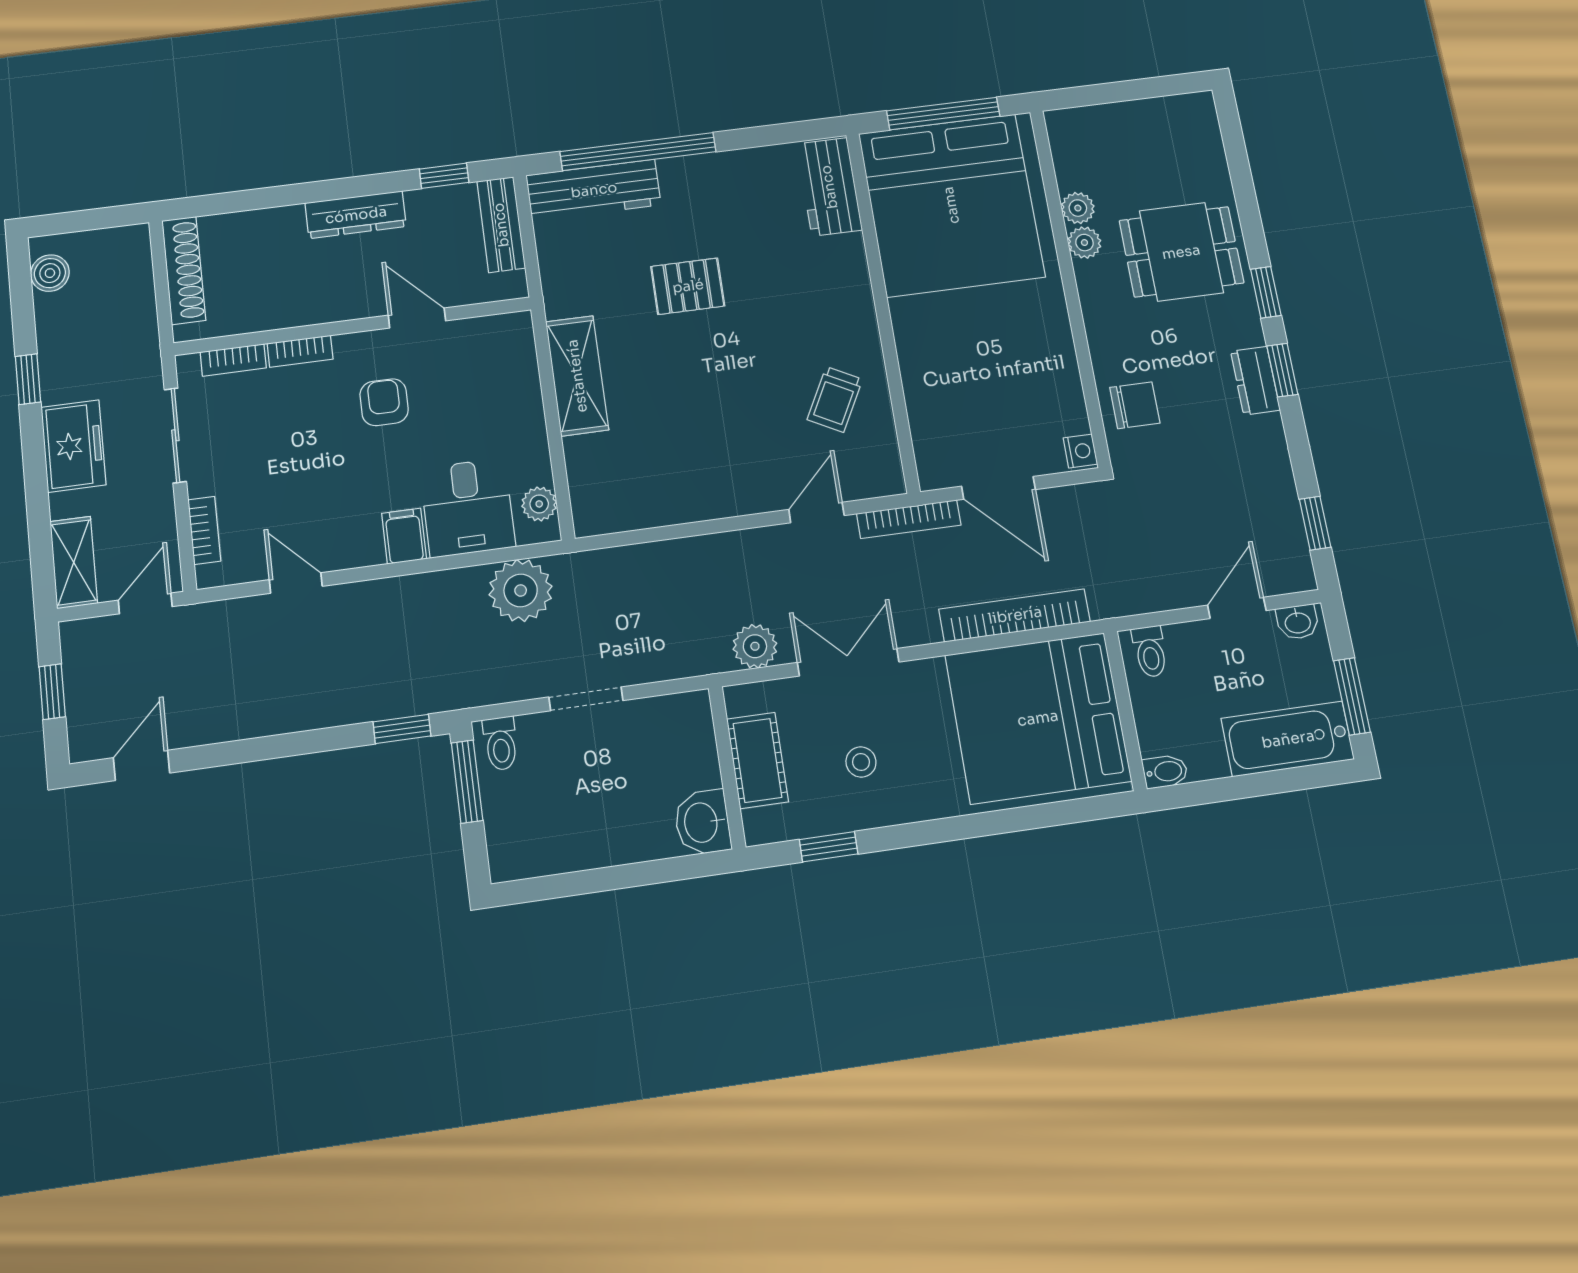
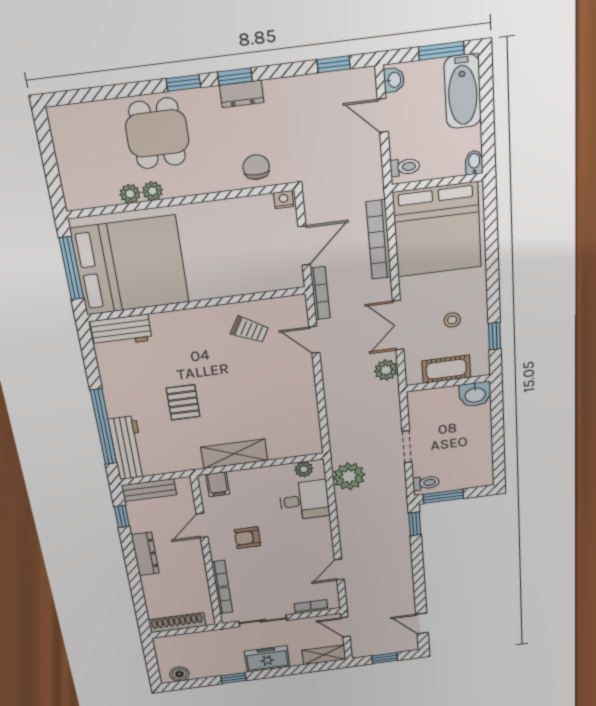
filing cabinet: (404, 536) -> (218, 484), moved, turned -90

